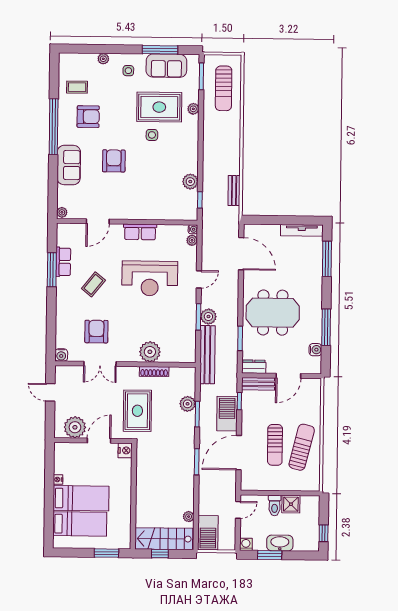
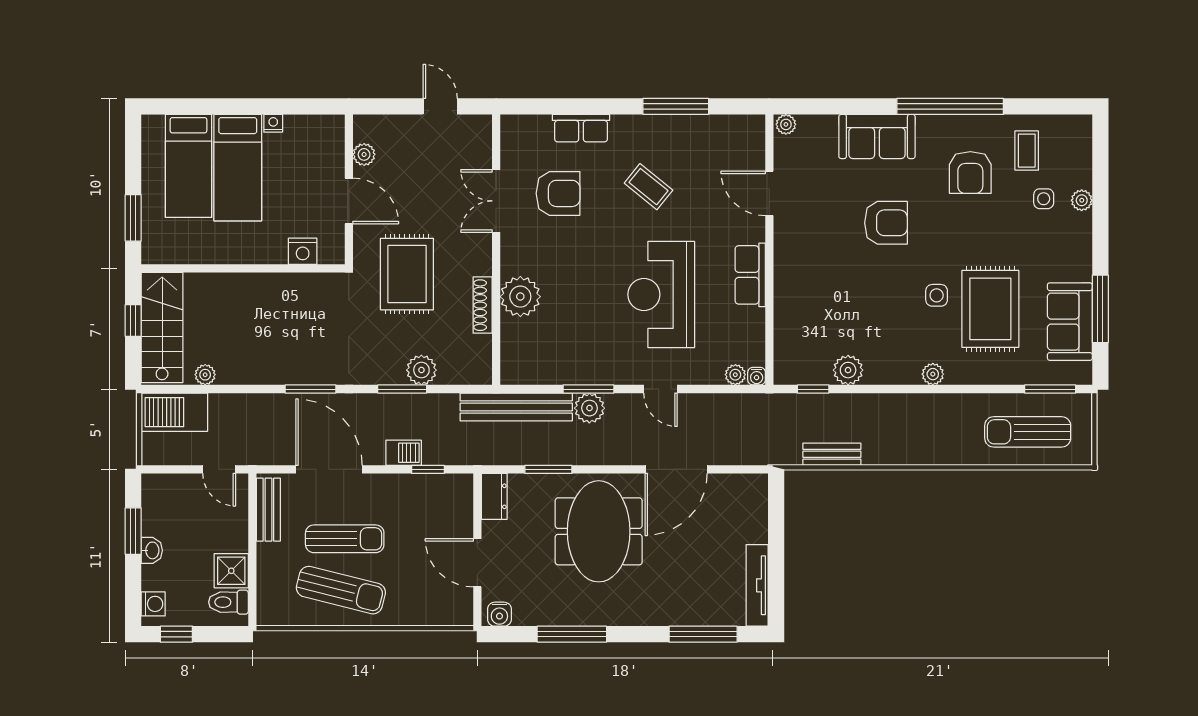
side table: (128, 71) -> (1044, 199), moved
plant: (193, 109) -> (933, 374), moved
door: (241, 254) -> (676, 469), moved
row of seats: (63, 262) -> (581, 128), moved
water cooler: (315, 350) -> (499, 614), moved
water cooler: (61, 355) -> (512, 126), removed
bench: (258, 384) -> (268, 510), moved
door: (50, 392) -> (440, 106), hinge flipped
rug: (137, 411) -> (407, 274), turned 90
barbecue: (227, 414) -> (404, 453), width x0.53, depth x0.65
plant: (75, 427) -> (364, 154), width x0.53, depth x0.53
sun lounger: (275, 445) -> (345, 539), turned 180
nightstand: (125, 450) -> (303, 251), moved
toilet: (275, 505) -> (228, 602), moved
washbasin: (280, 543) -> (152, 550), width x0.52, depth x0.69
washing machine: (246, 544) -> (153, 604), moved

